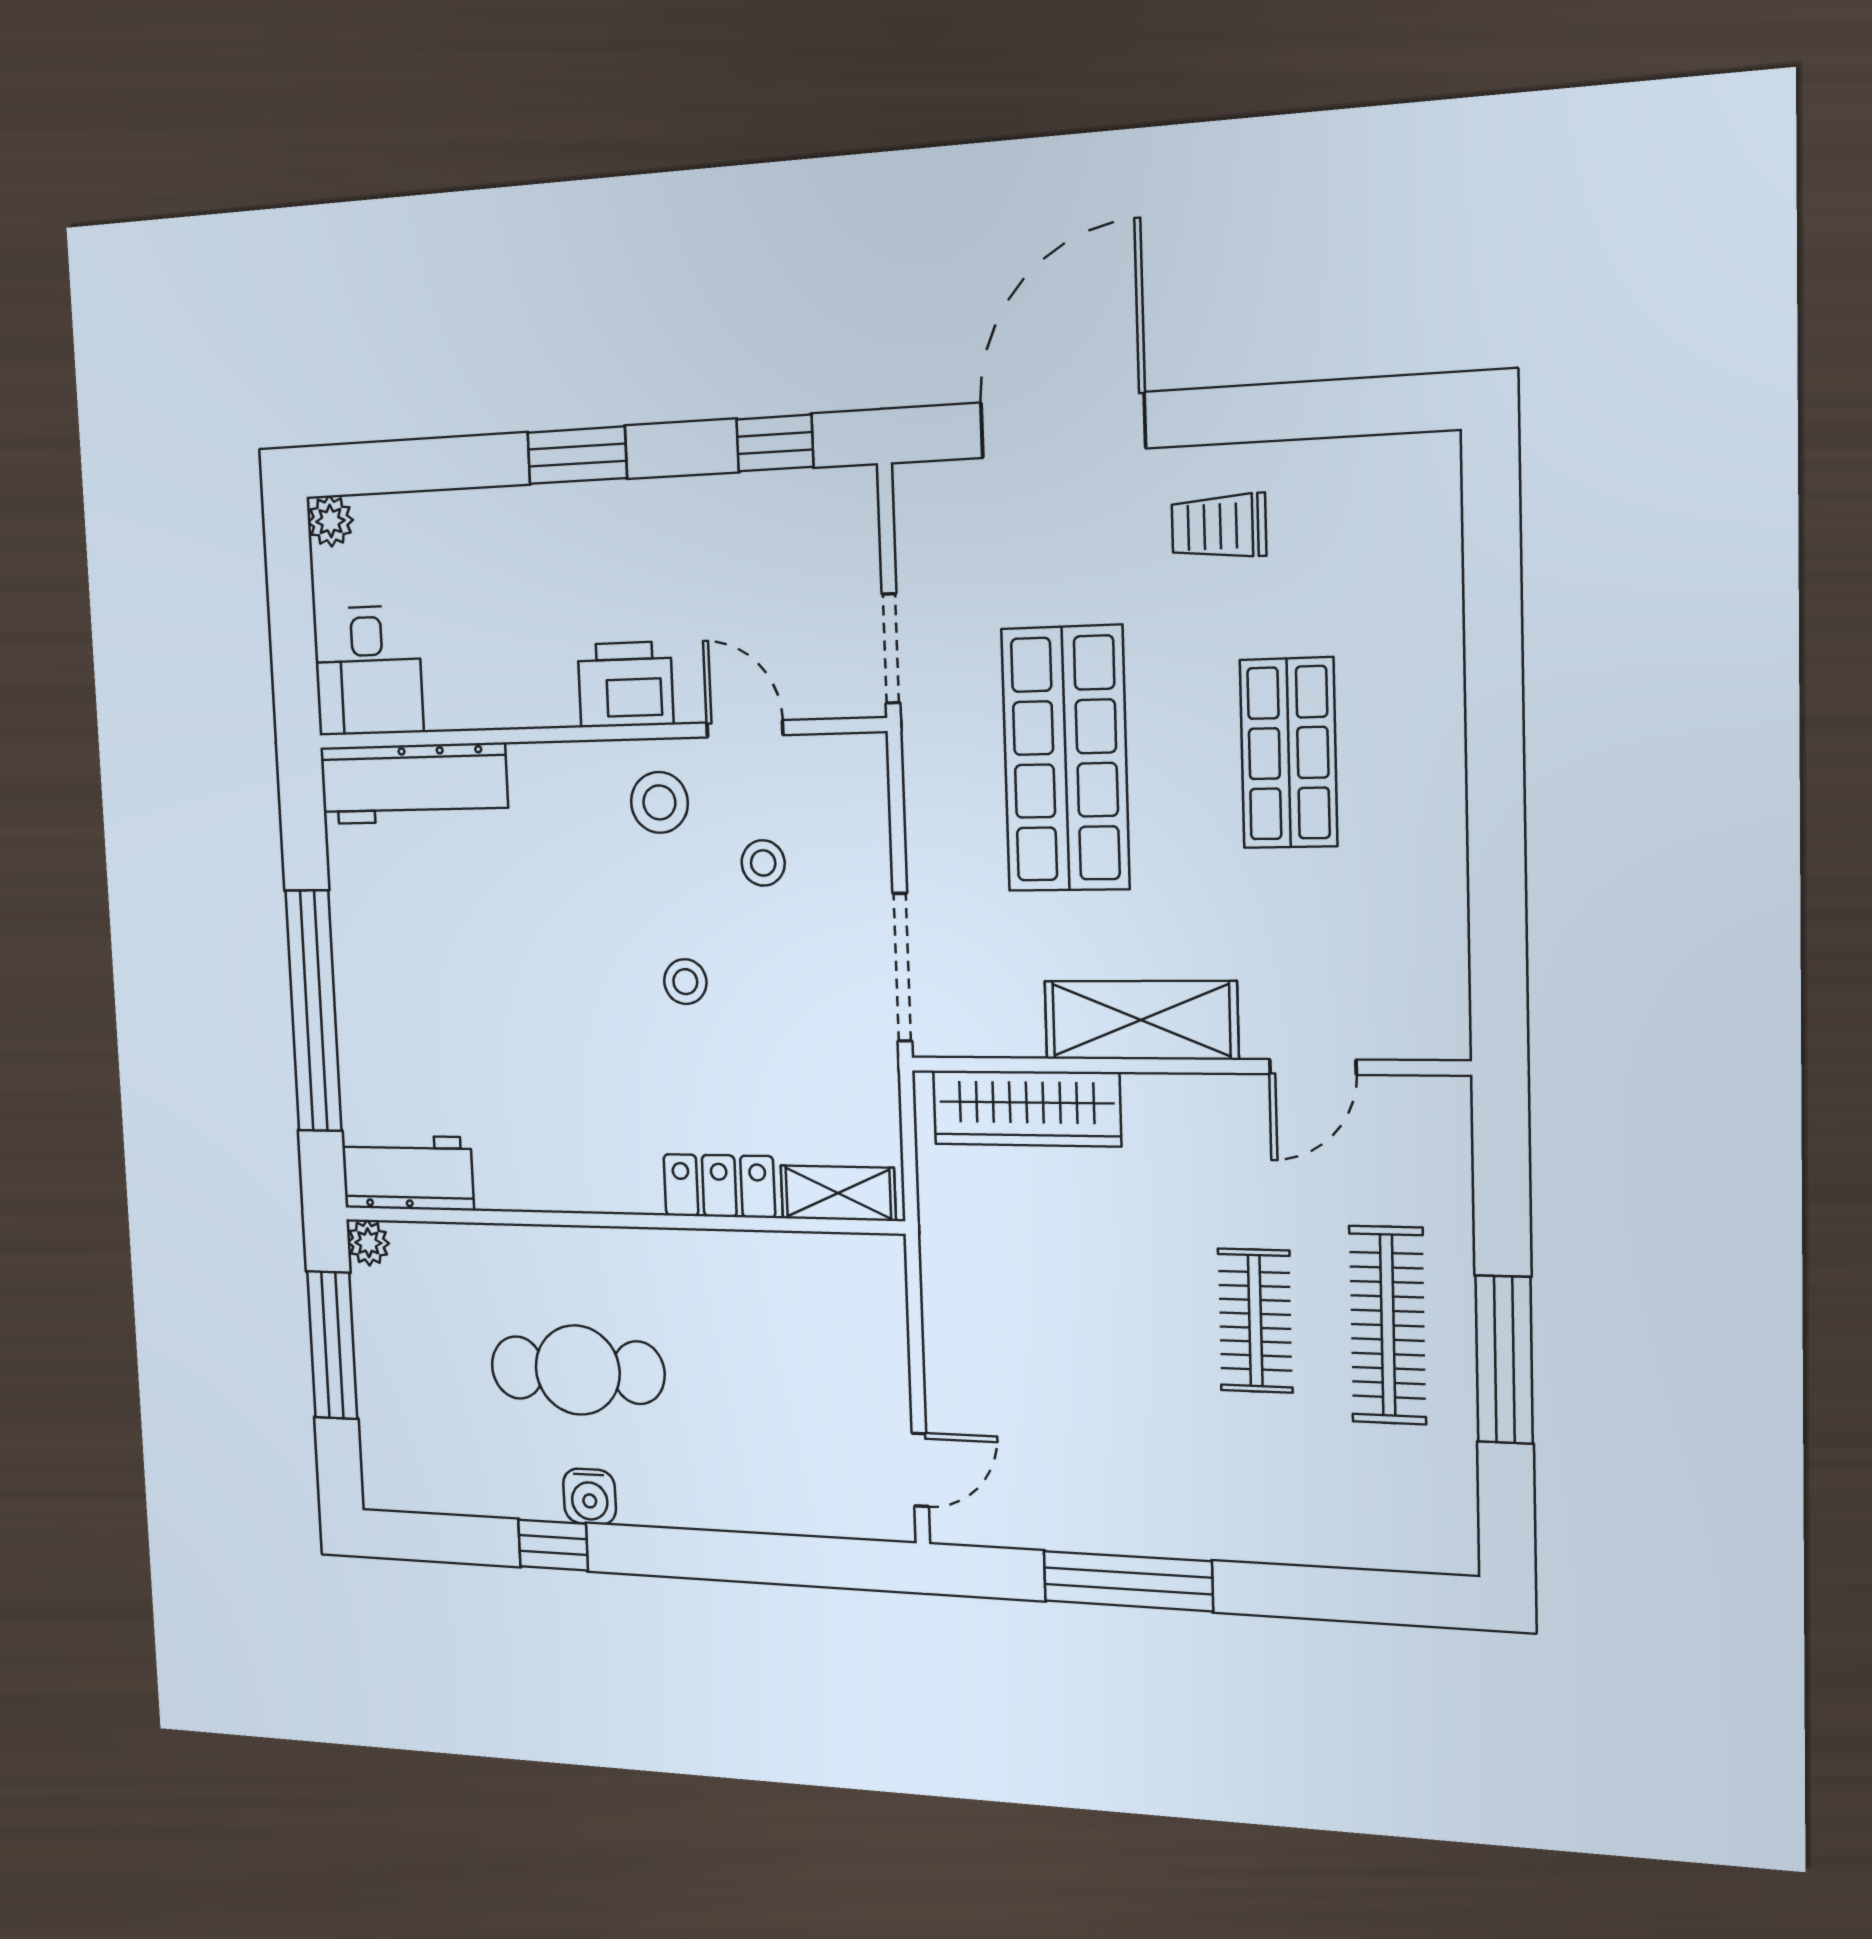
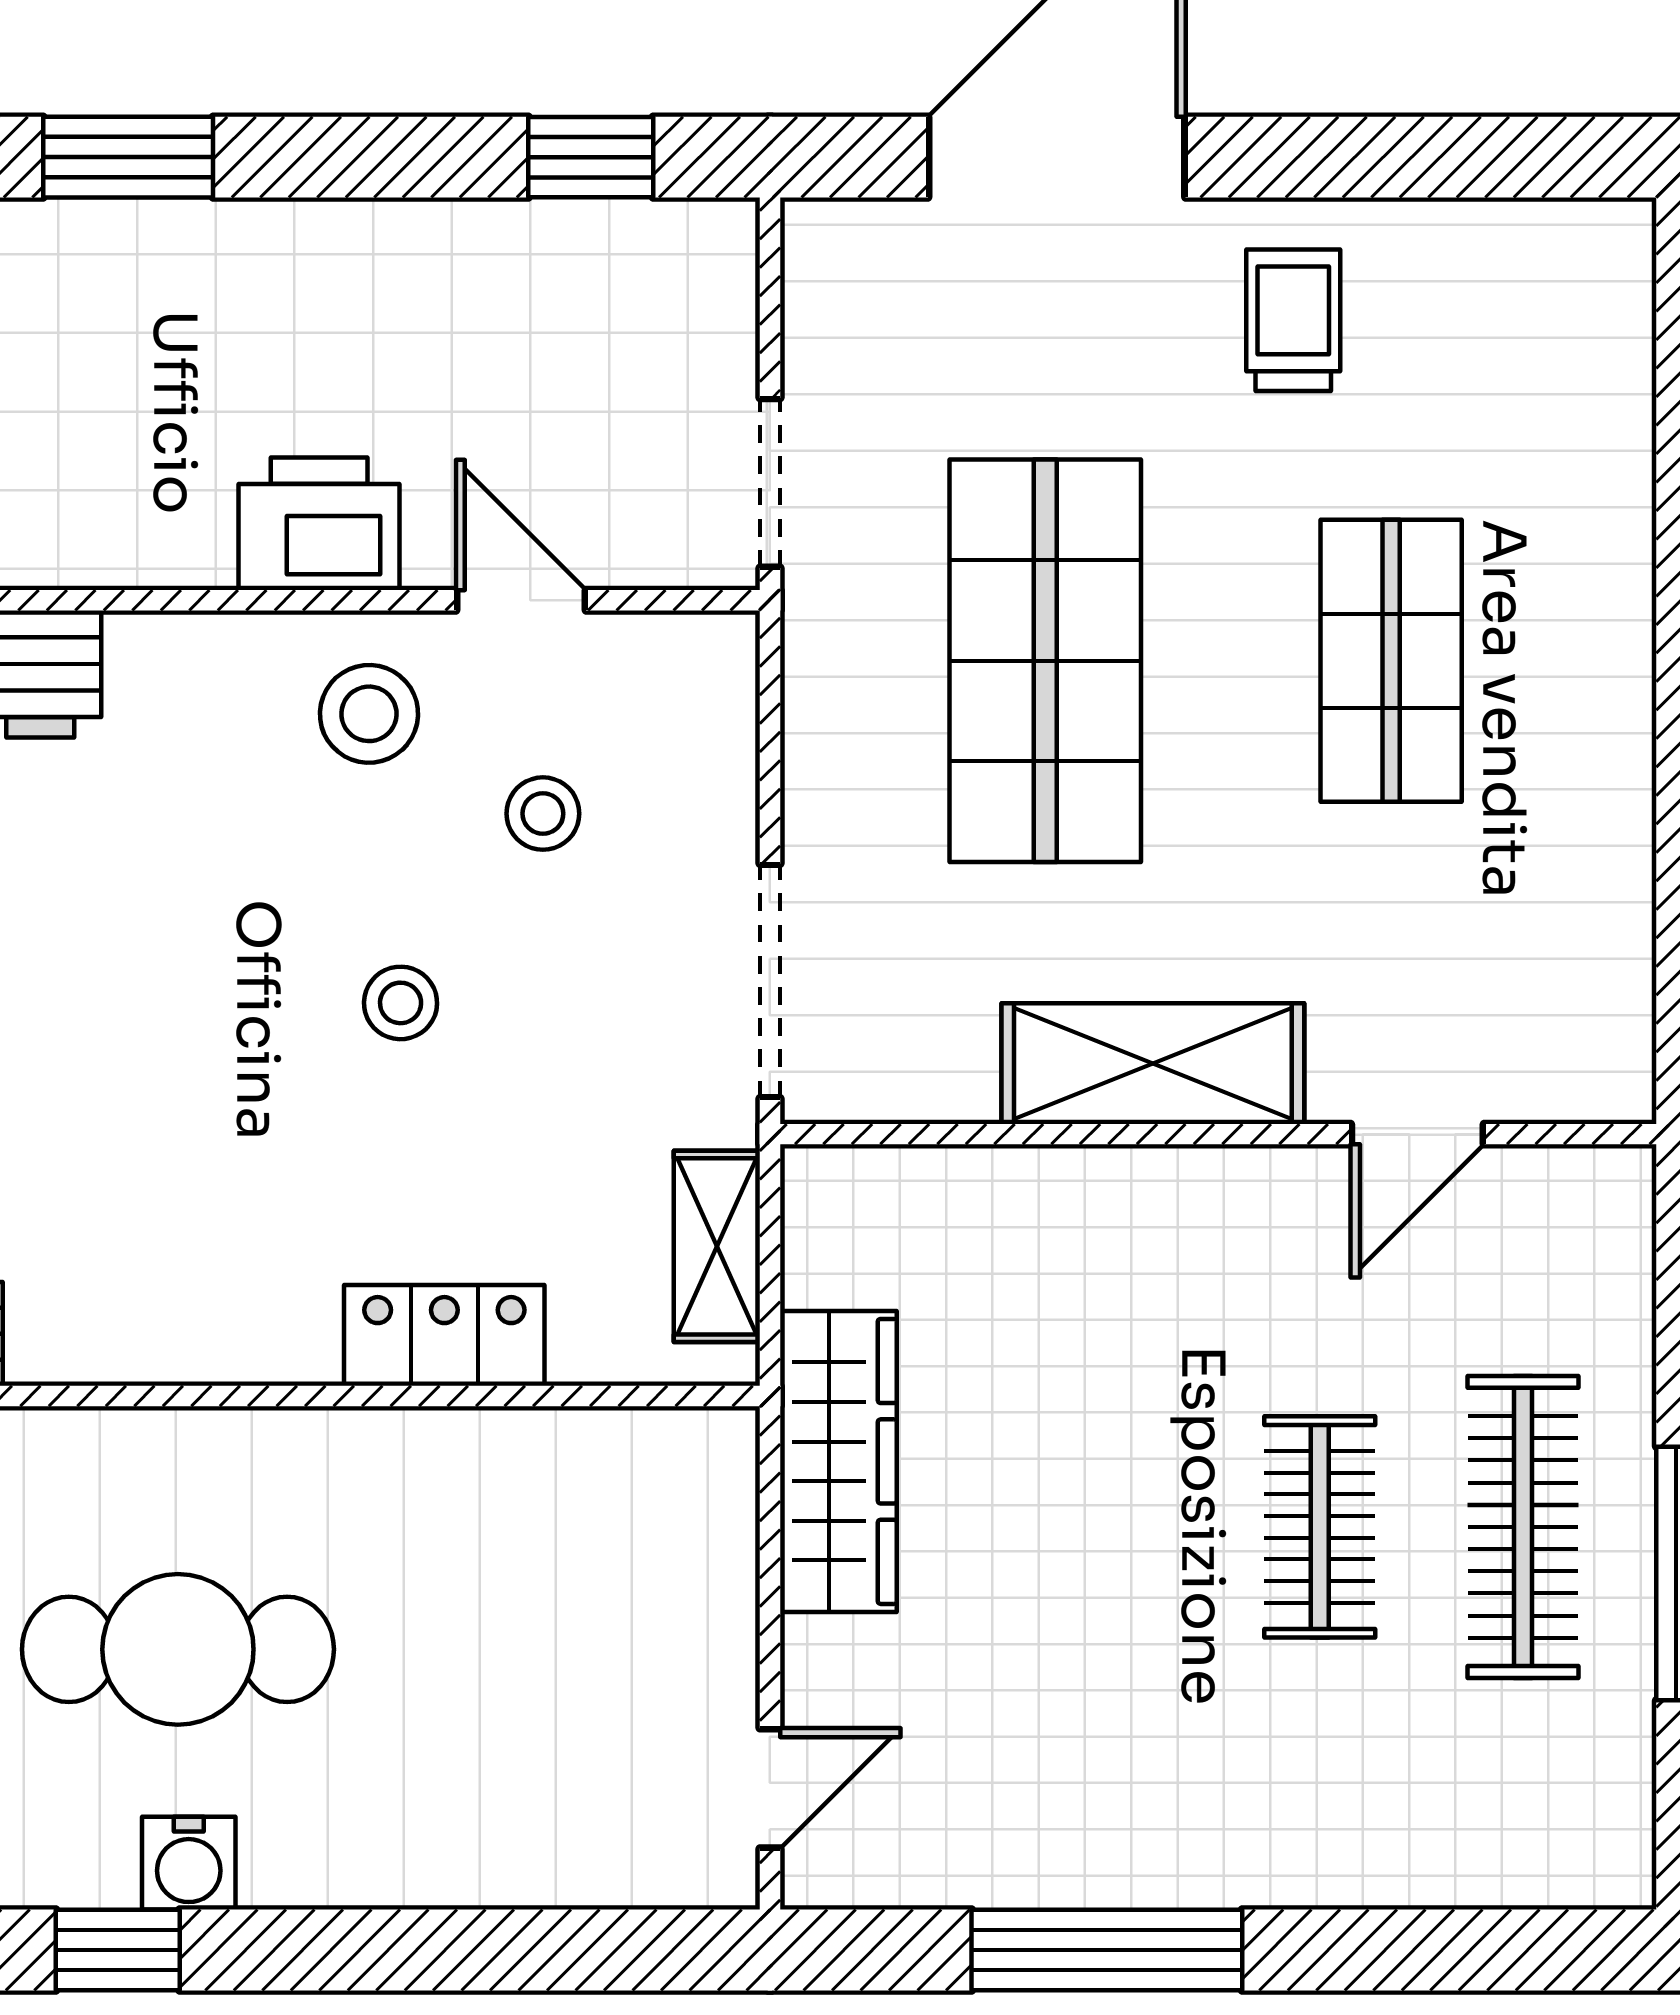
window: (577, 455) -> (128, 157), moved
trolley: (1219, 526) -> (1293, 320), turned 90
wardrobe: (1027, 1108) -> (838, 1461), moved, turned -90
shelving: (838, 1193) -> (717, 1246), moved, turned 90

